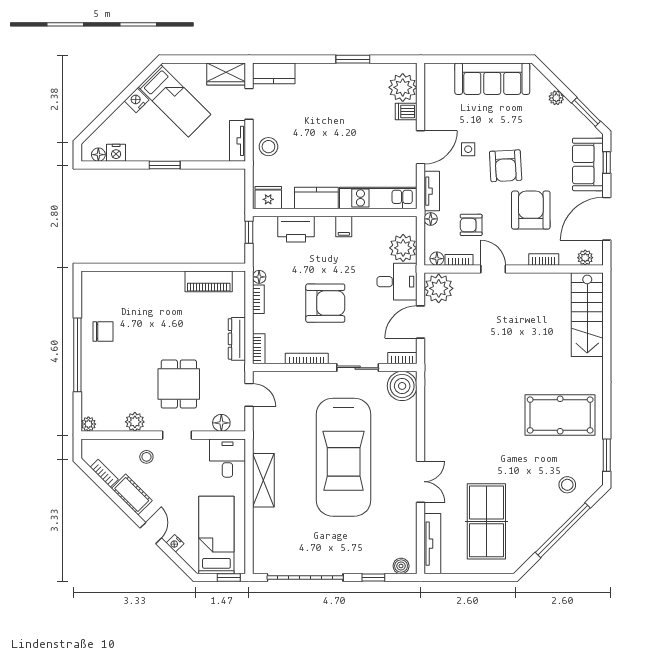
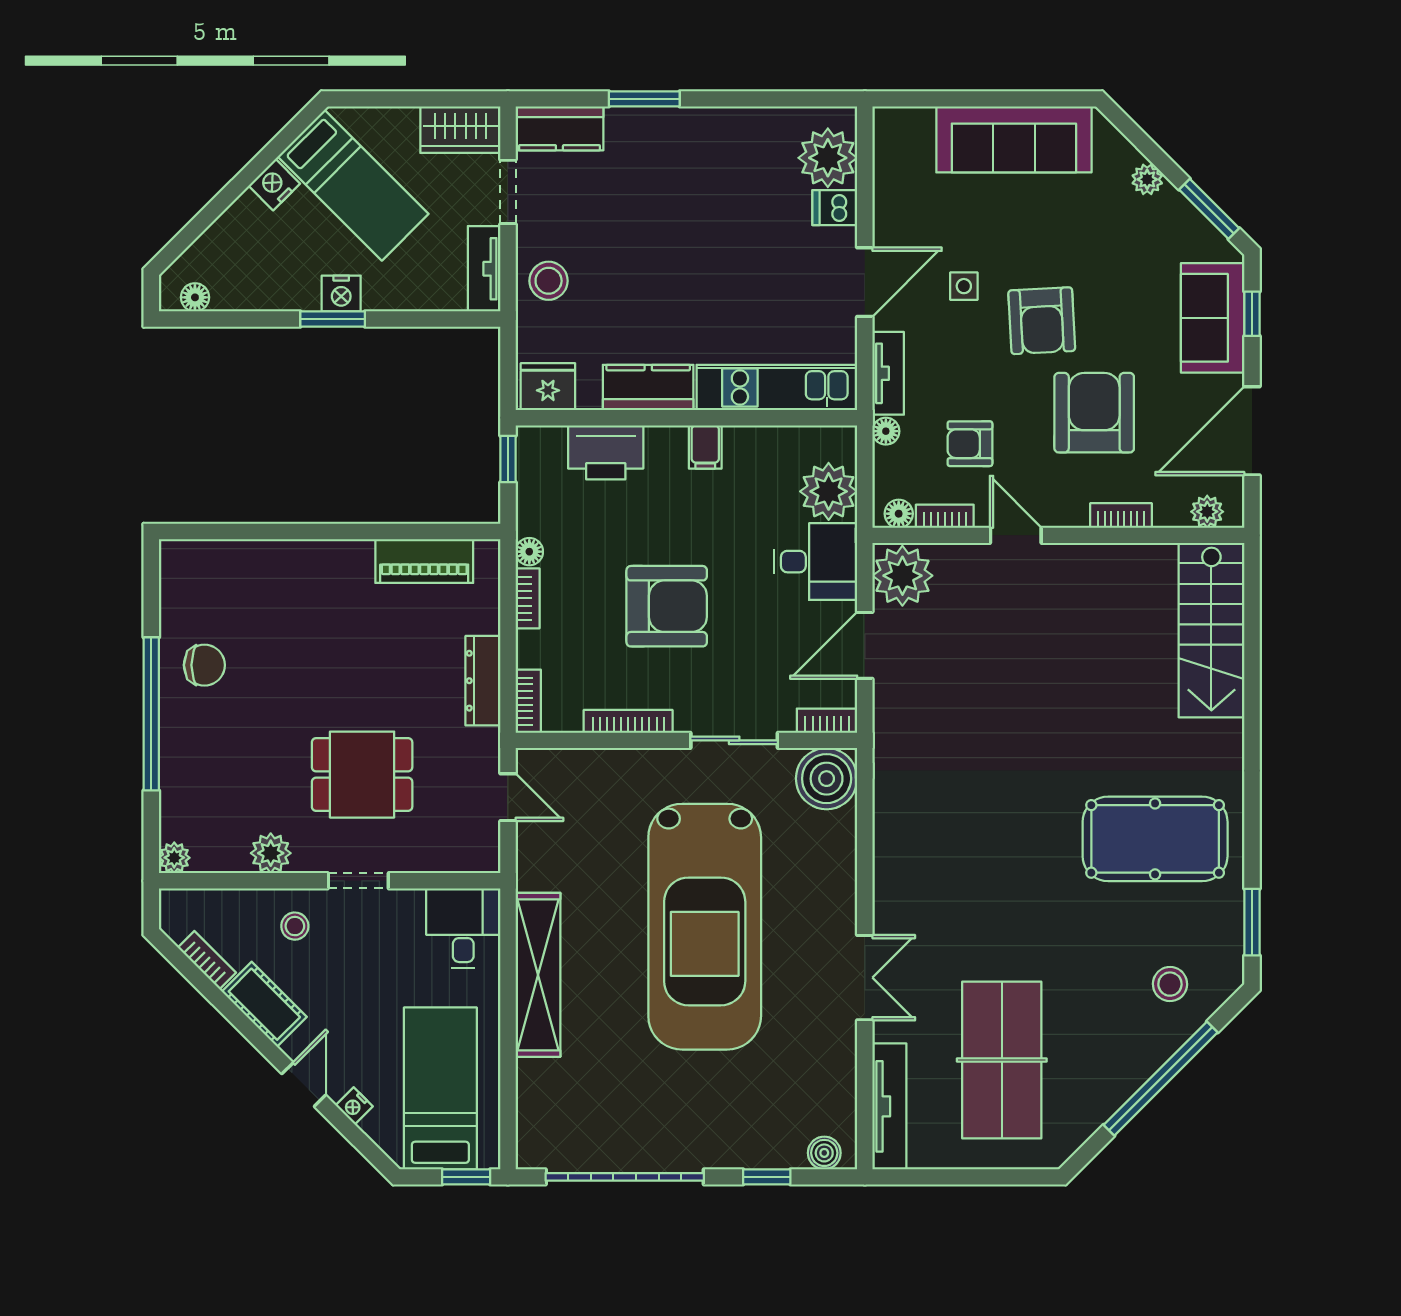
window: (353, 59) -> (644, 99), moved
nightstand: (116, 153) -> (341, 293), moved
dining table: (179, 384) -> (362, 775), turned 90
floor lamp: (221, 423) -> (451, 855), removed
shelving: (263, 480) -> (538, 975), width x1.47

